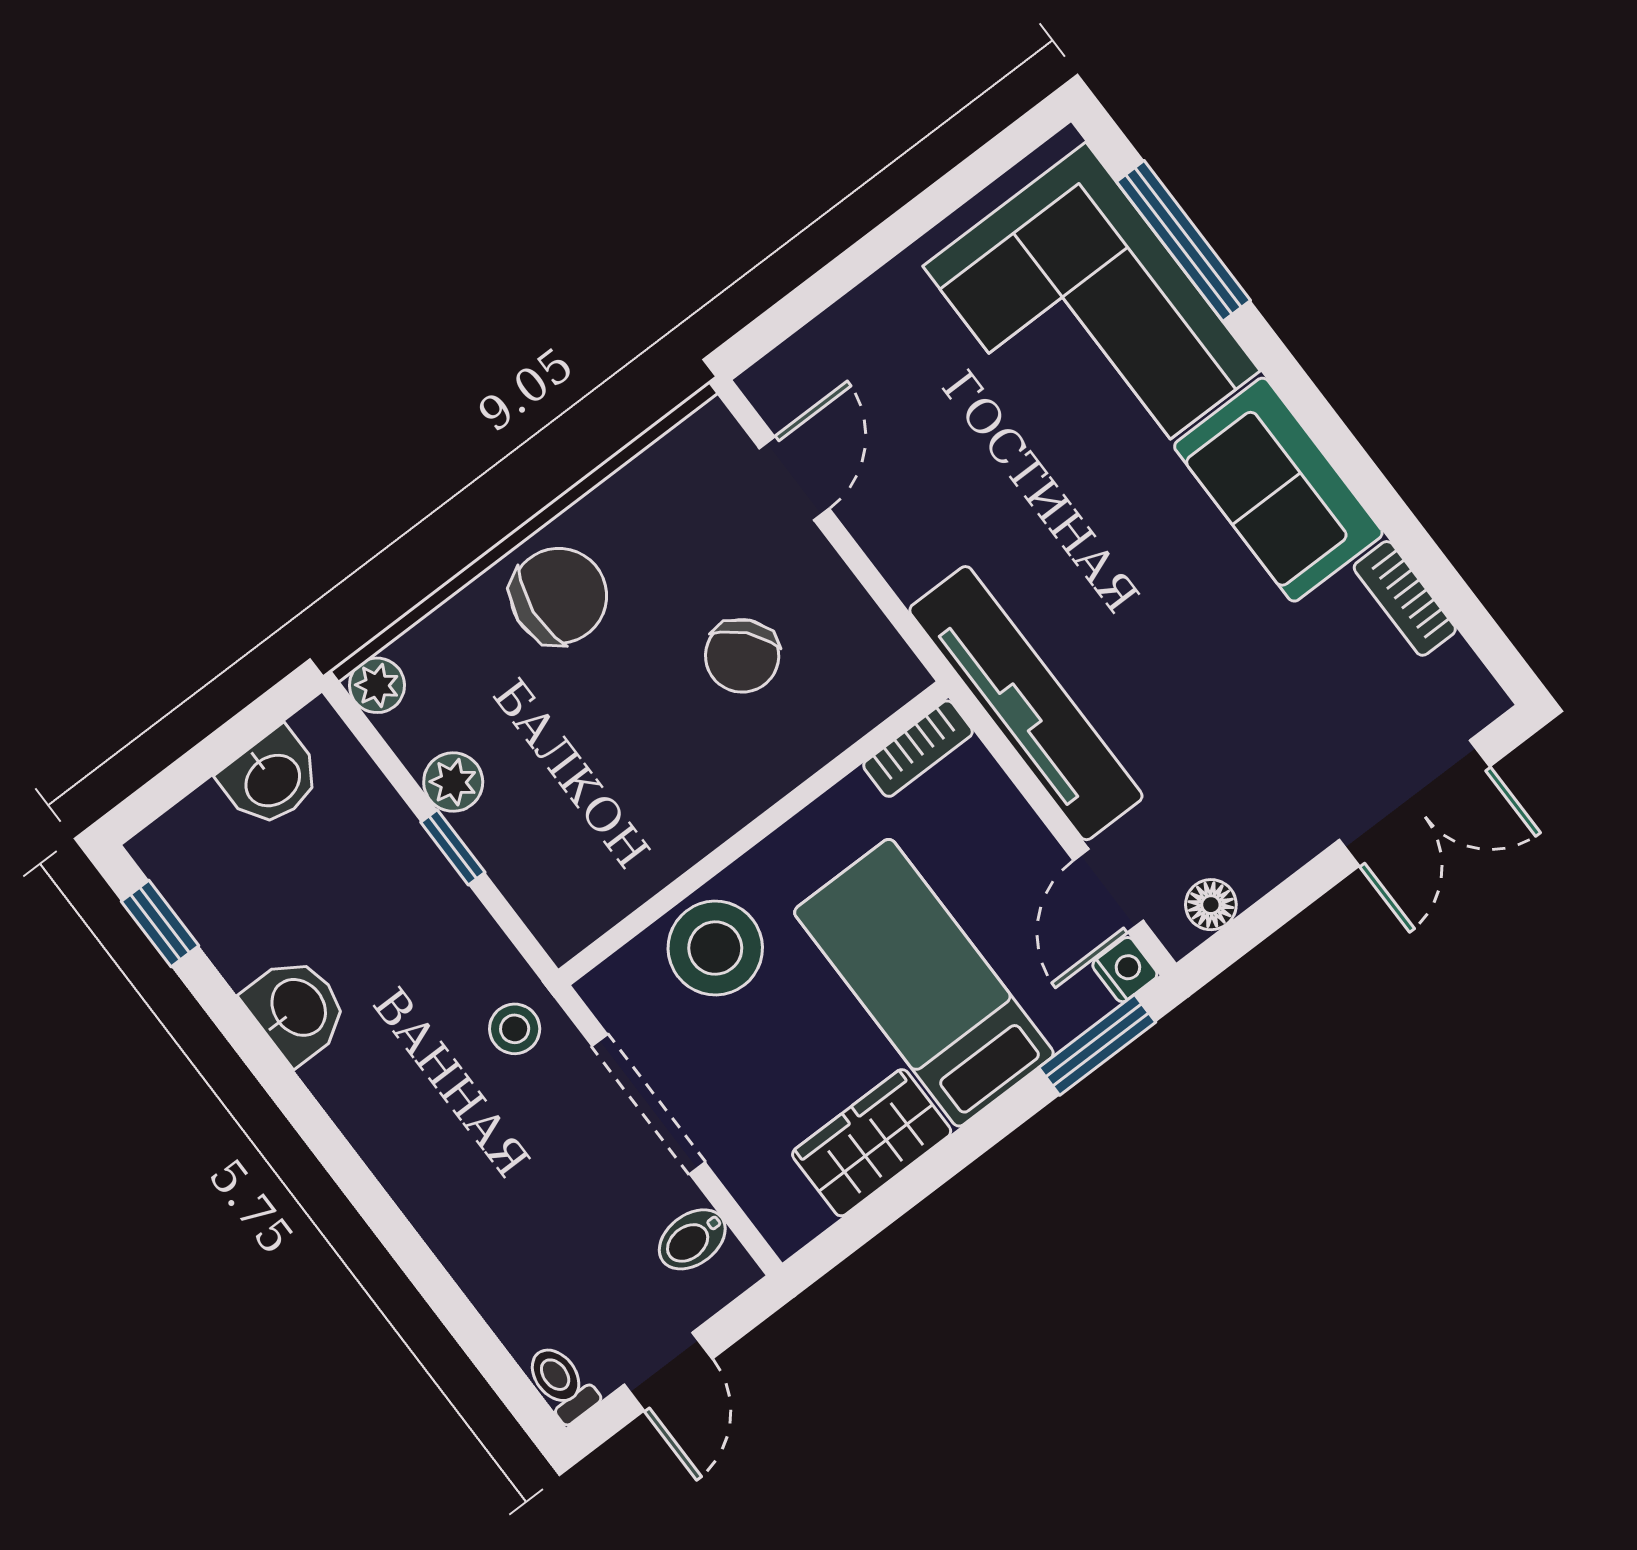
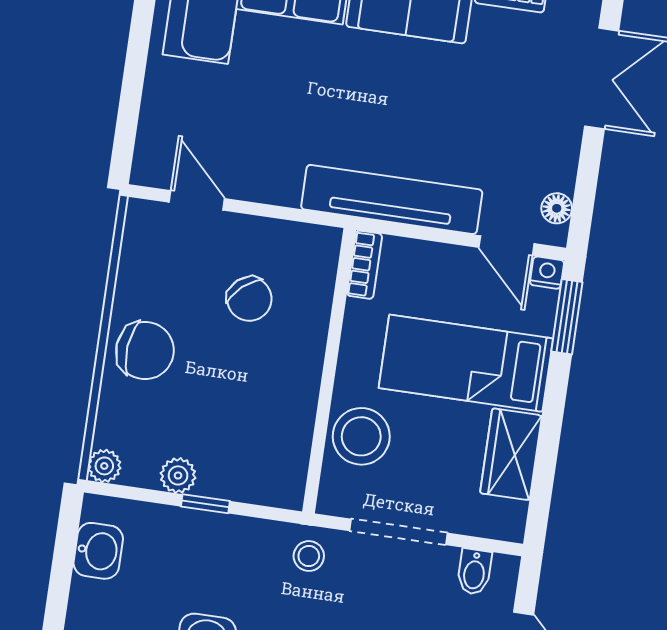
chair: (559, 596) -> (145, 350), turned 89

